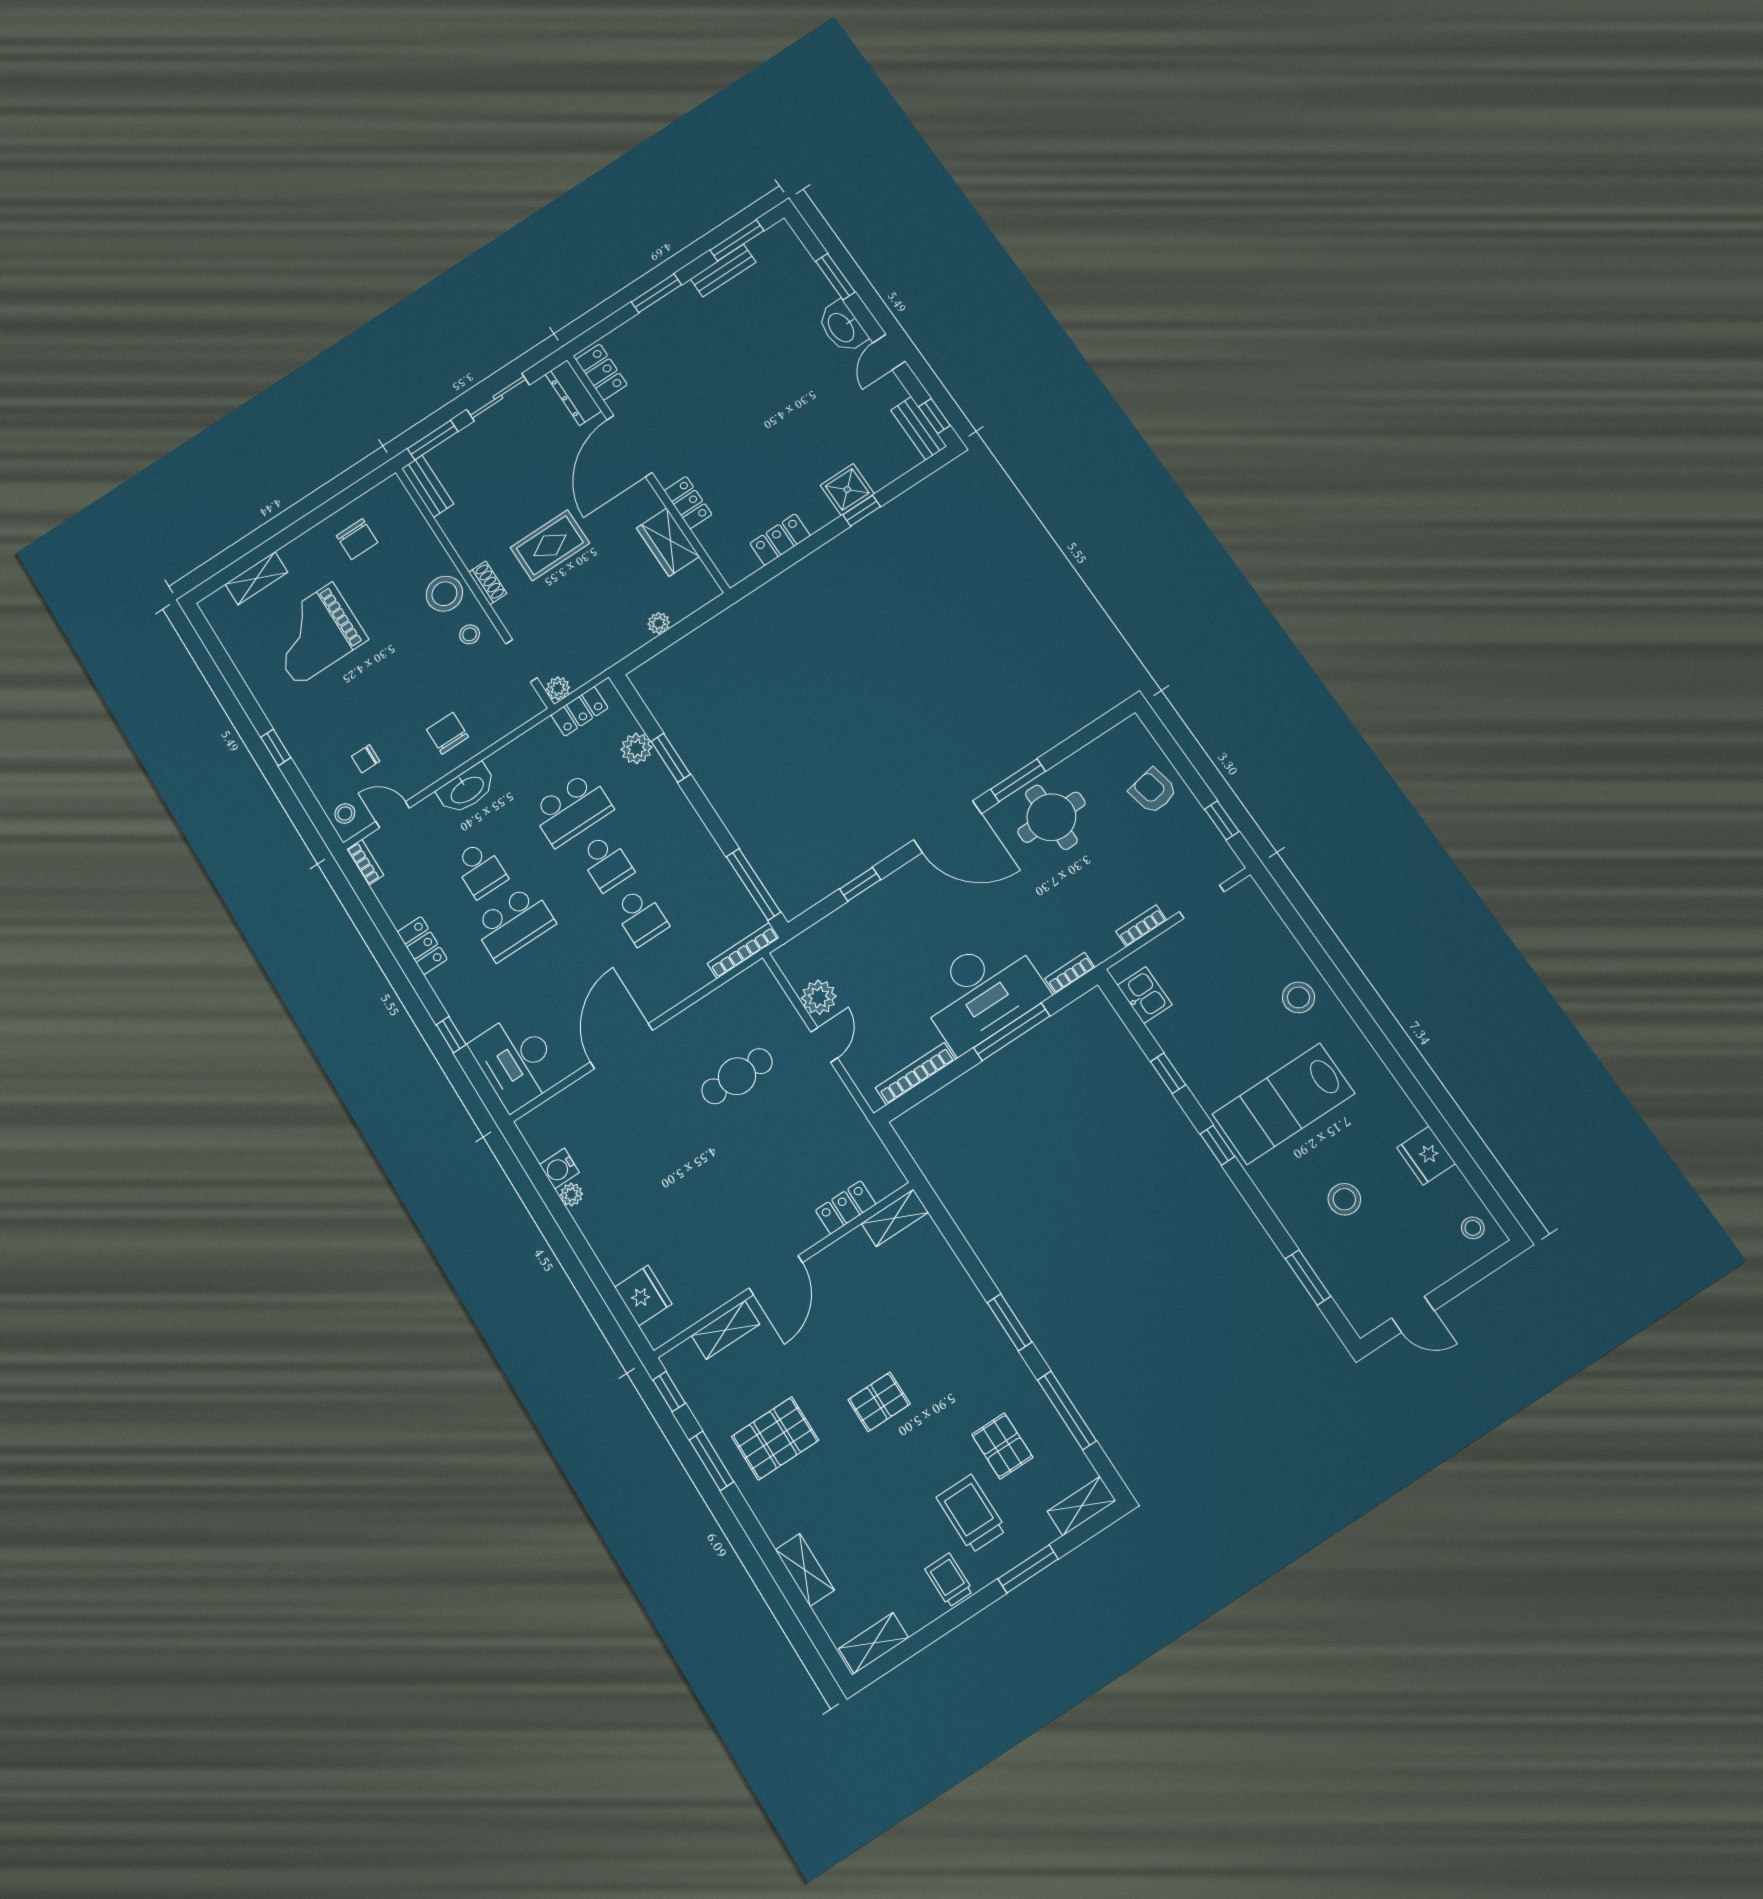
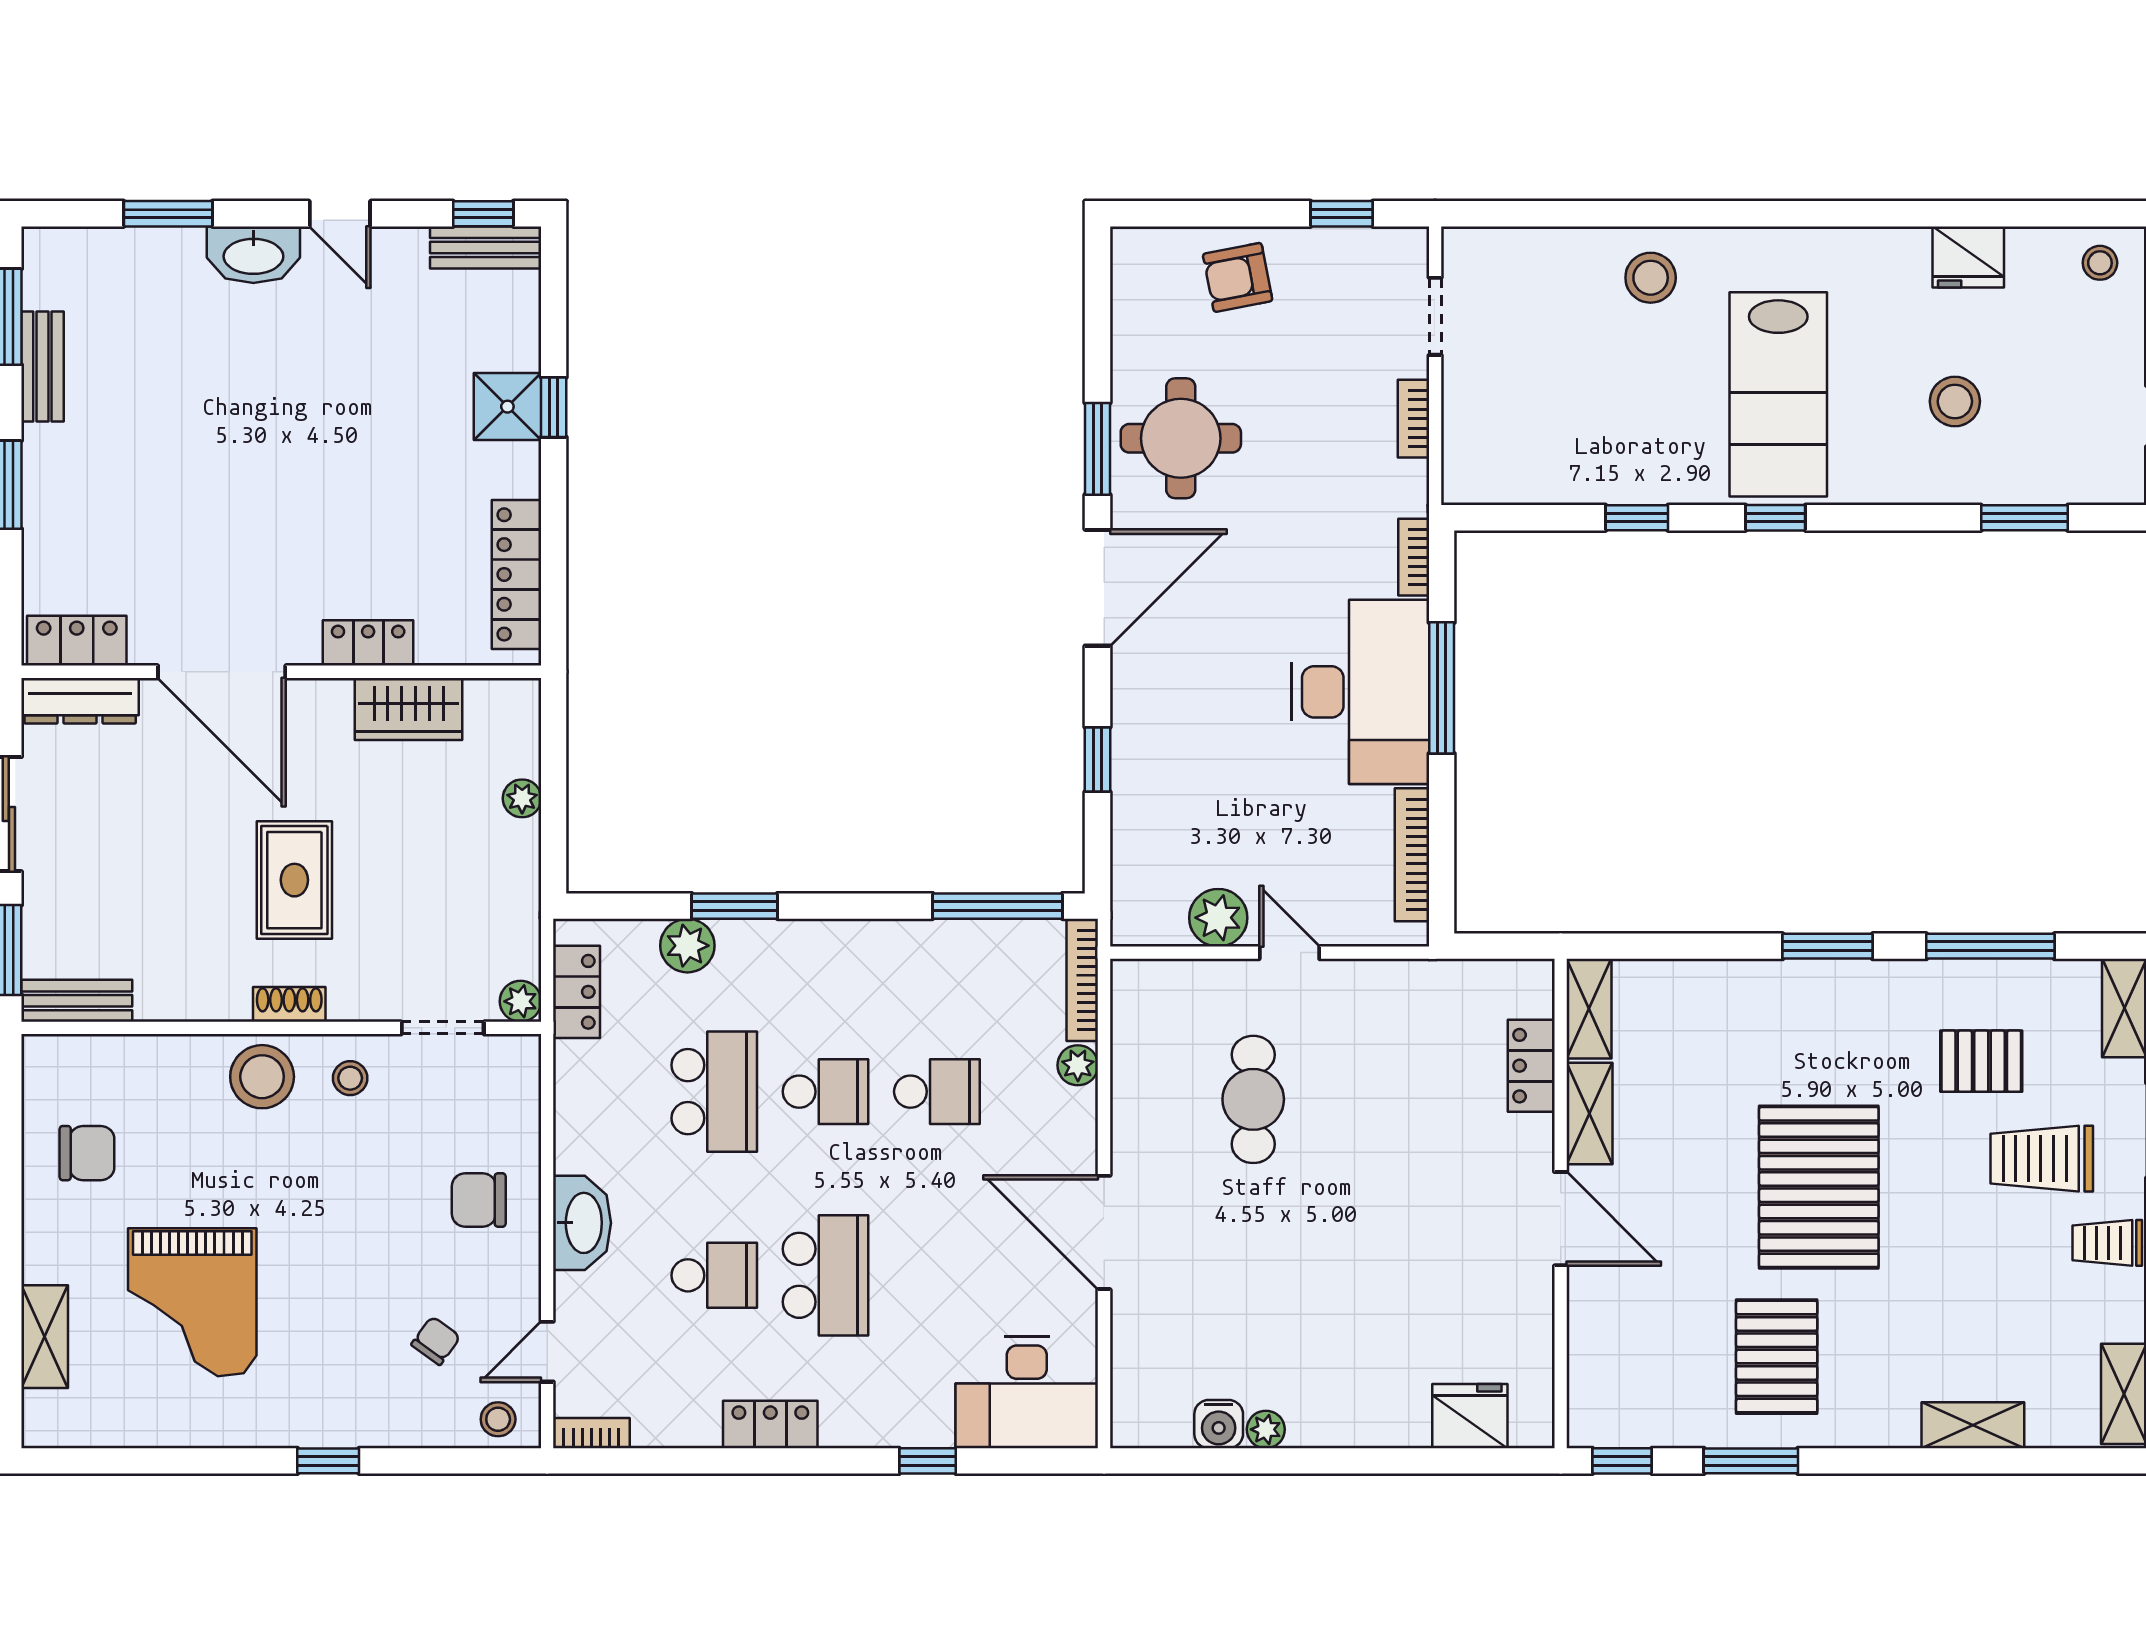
locker: (780, 540) -> (516, 574), width x1.53
chair: (366, 759) -> (436, 1341), turned -144
plant: (698, 977) -> (1078, 1065), added
kitchen sink: (1145, 995) -> (1511, 478), removed
shelving: (726, 1330) -> (1589, 1113), moved
pallet: (879, 1402) -> (1819, 1187), width x2.05, depth x2.00

